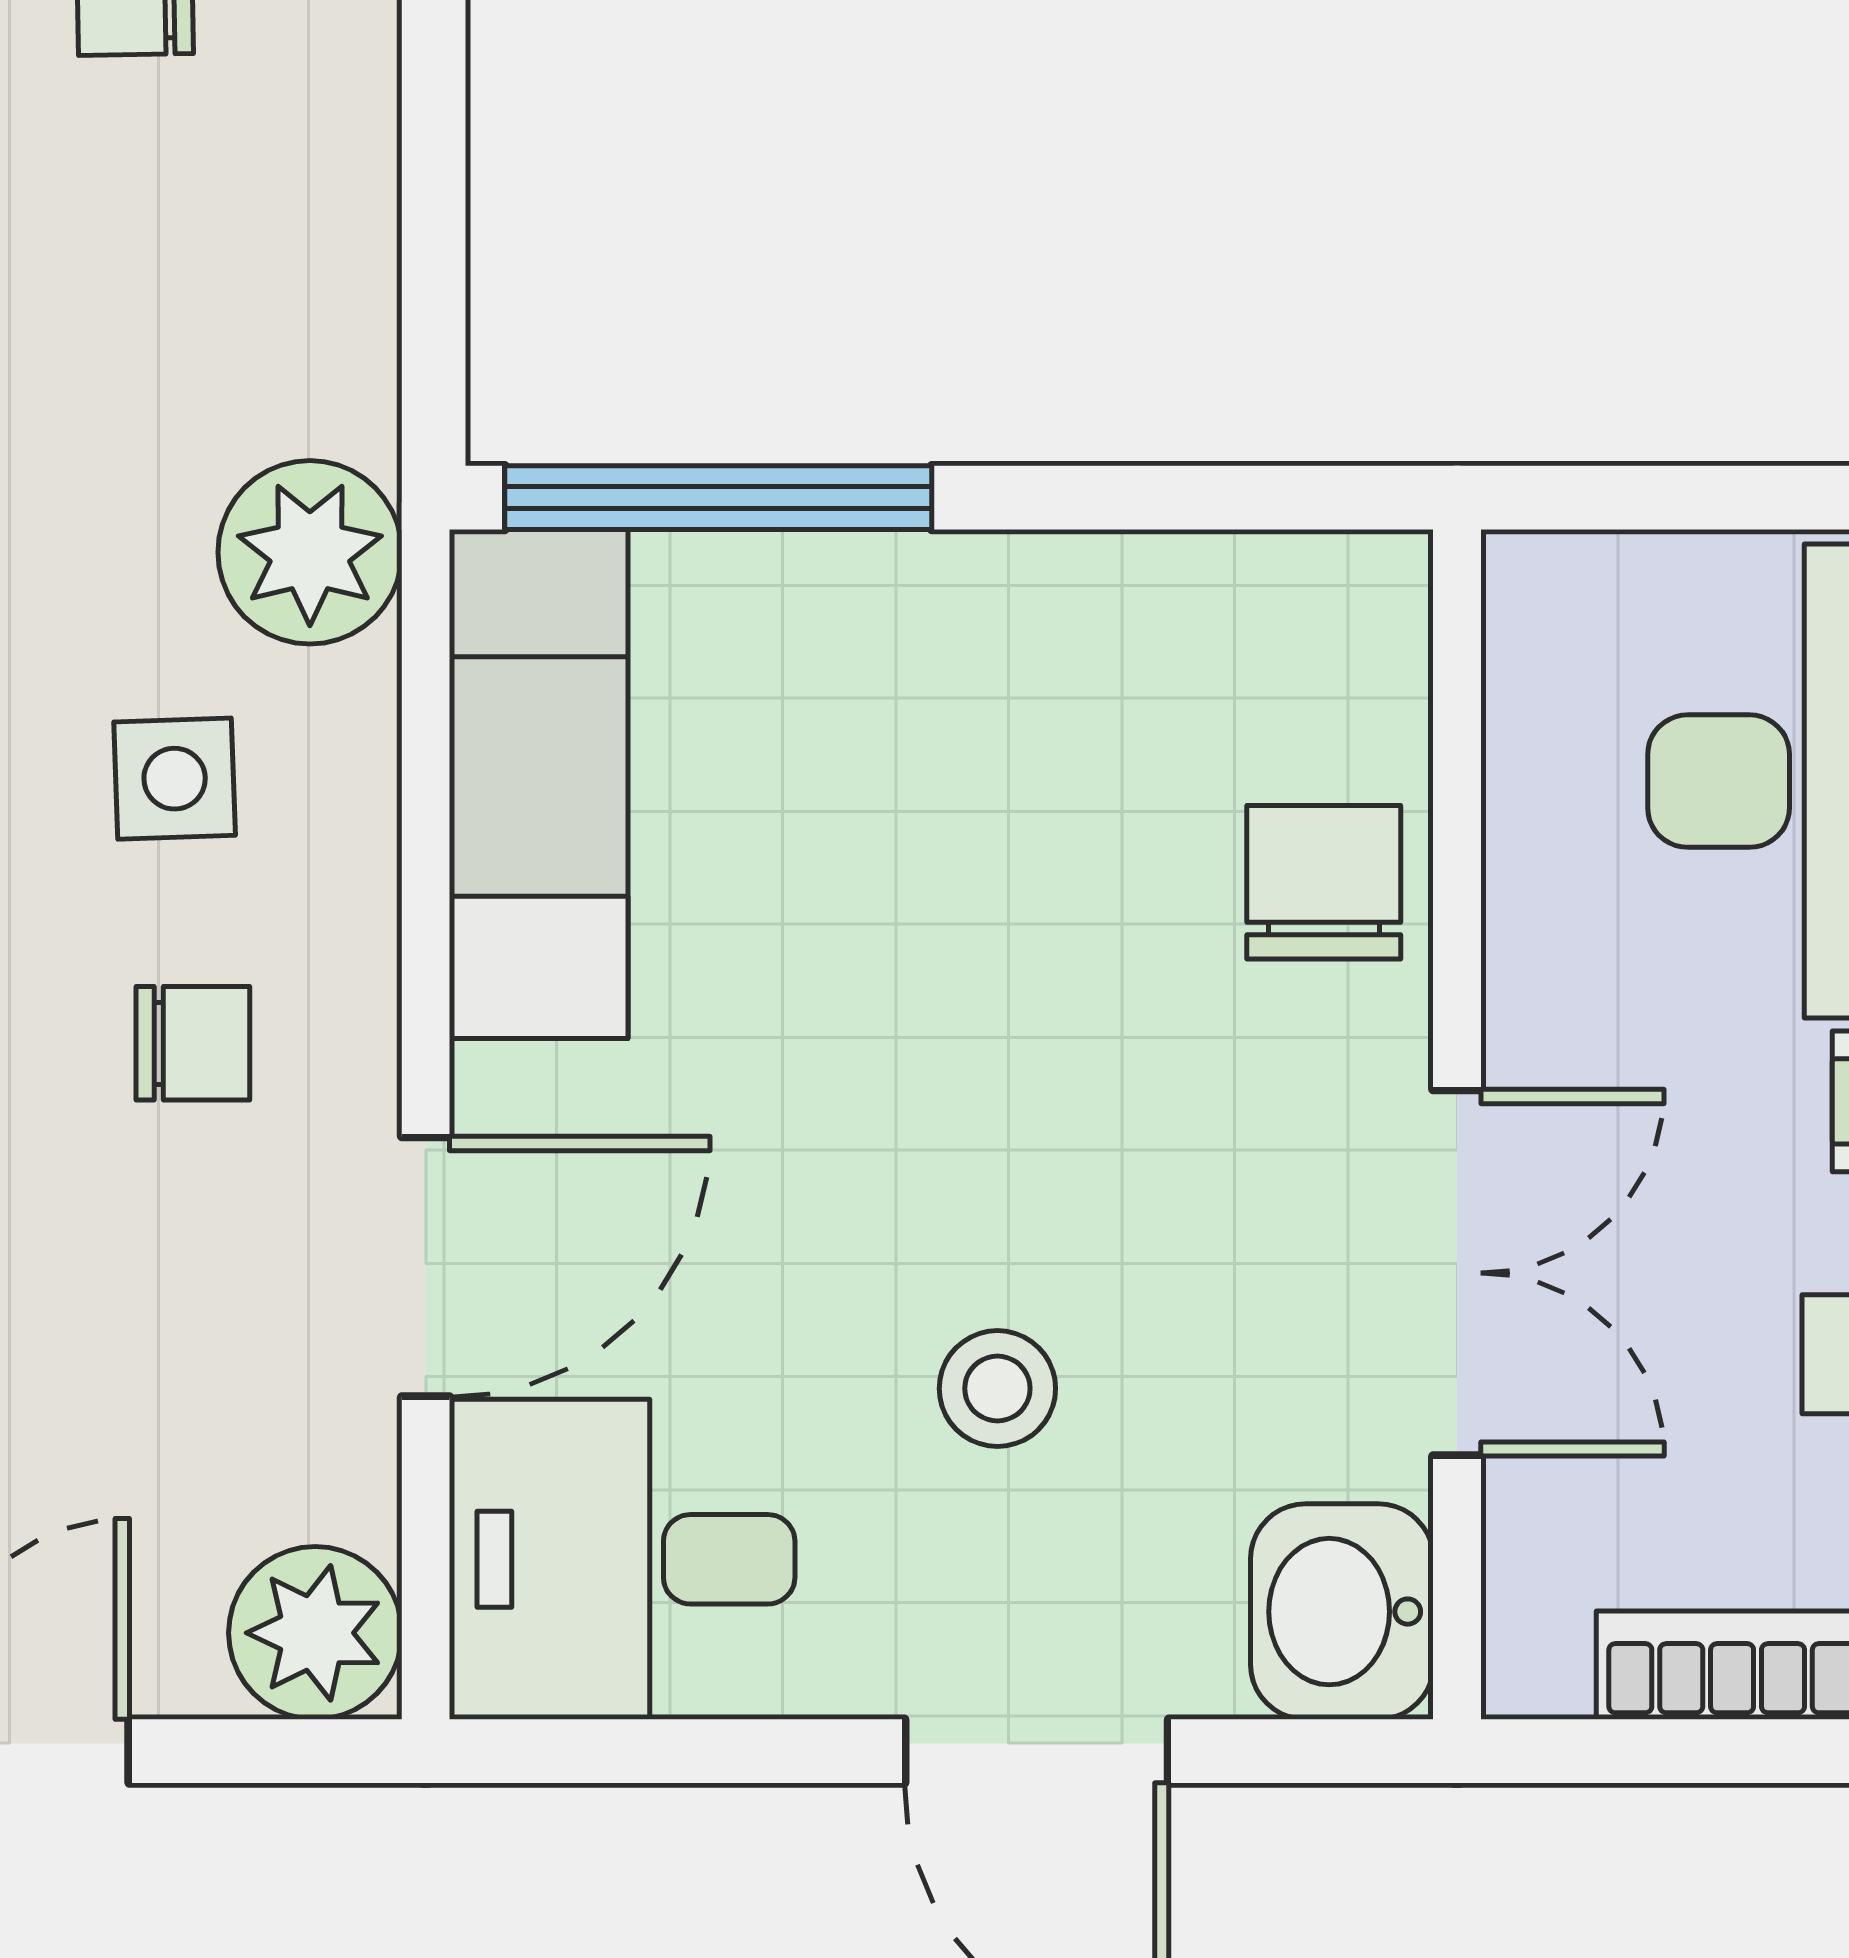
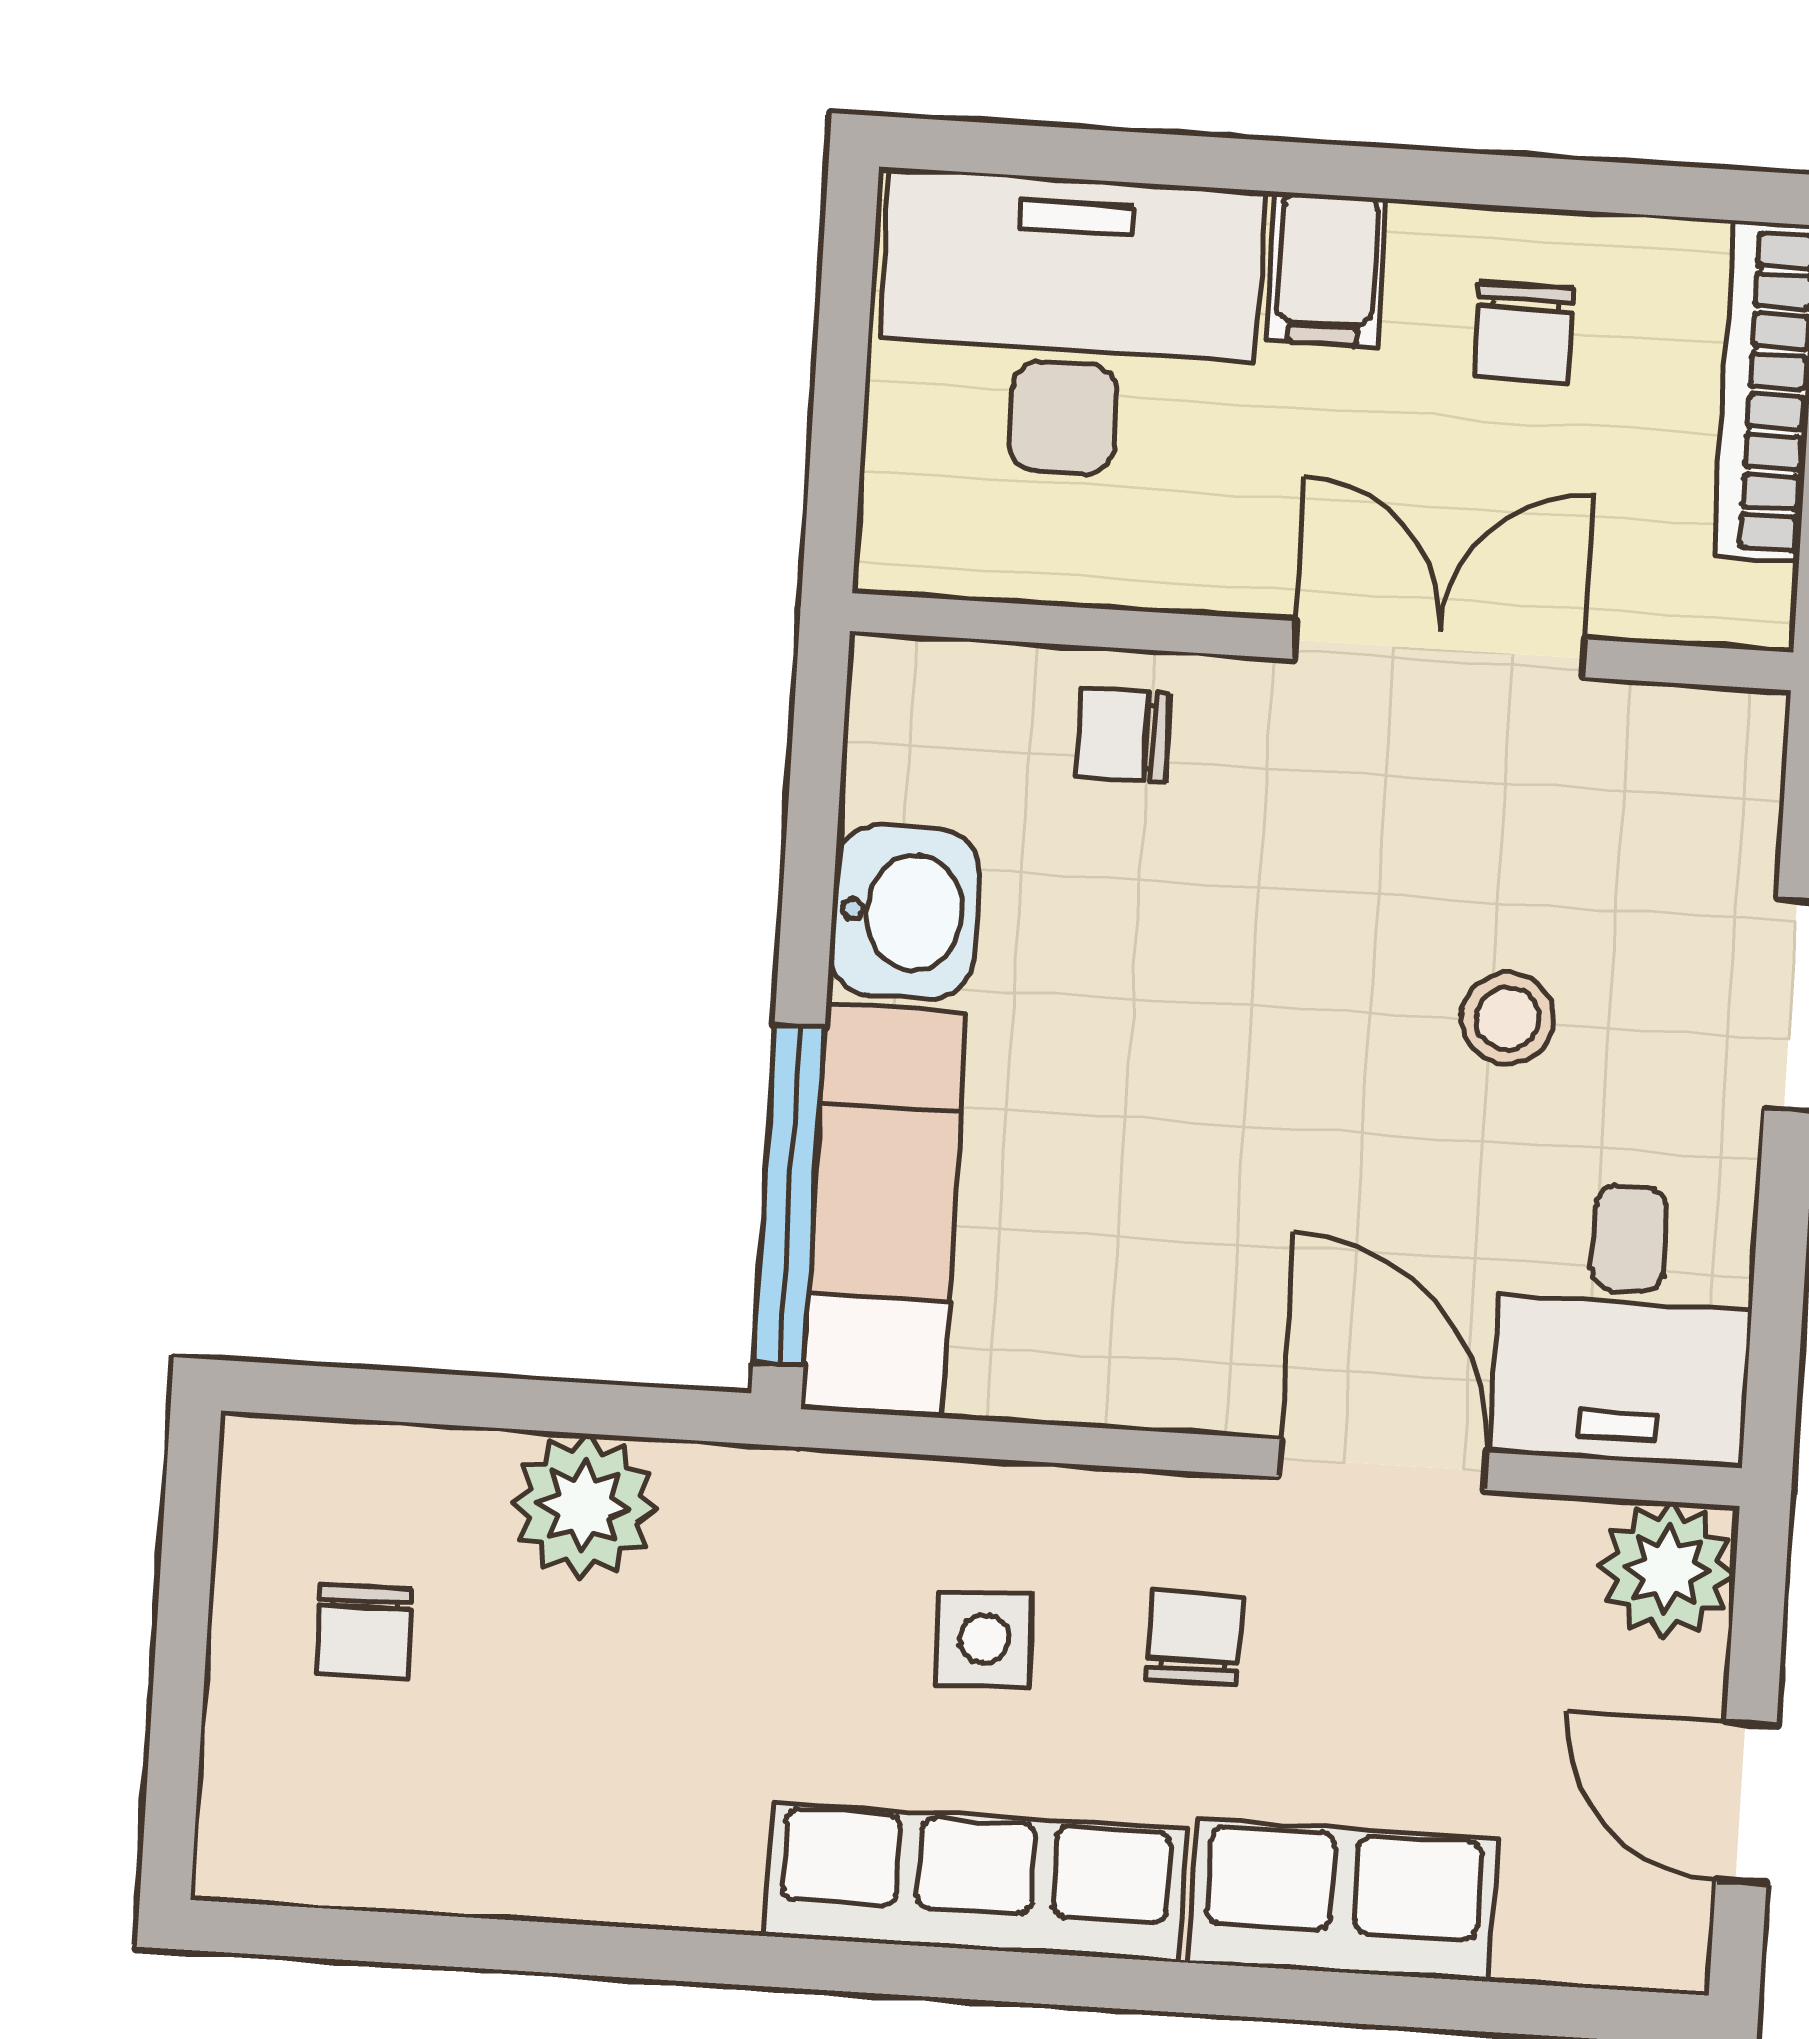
plant: (310, 552) -> (584, 1506), moved
exam couch: (539, 784) -> (884, 1209), moved, turned 90
chair: (1324, 882) -> (1123, 735), width x0.73, depth x0.73
washbasin: (1342, 1612) -> (904, 912), moved, turned -90

